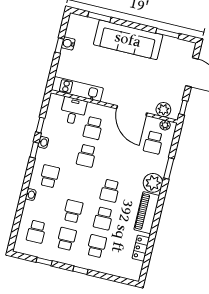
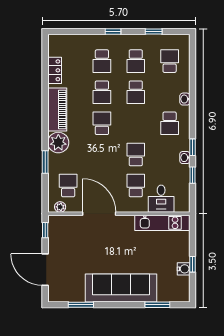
plant: (163, 110) -> (66, 223), removed
school desk: (103, 218) -> (102, 92), turned 180

